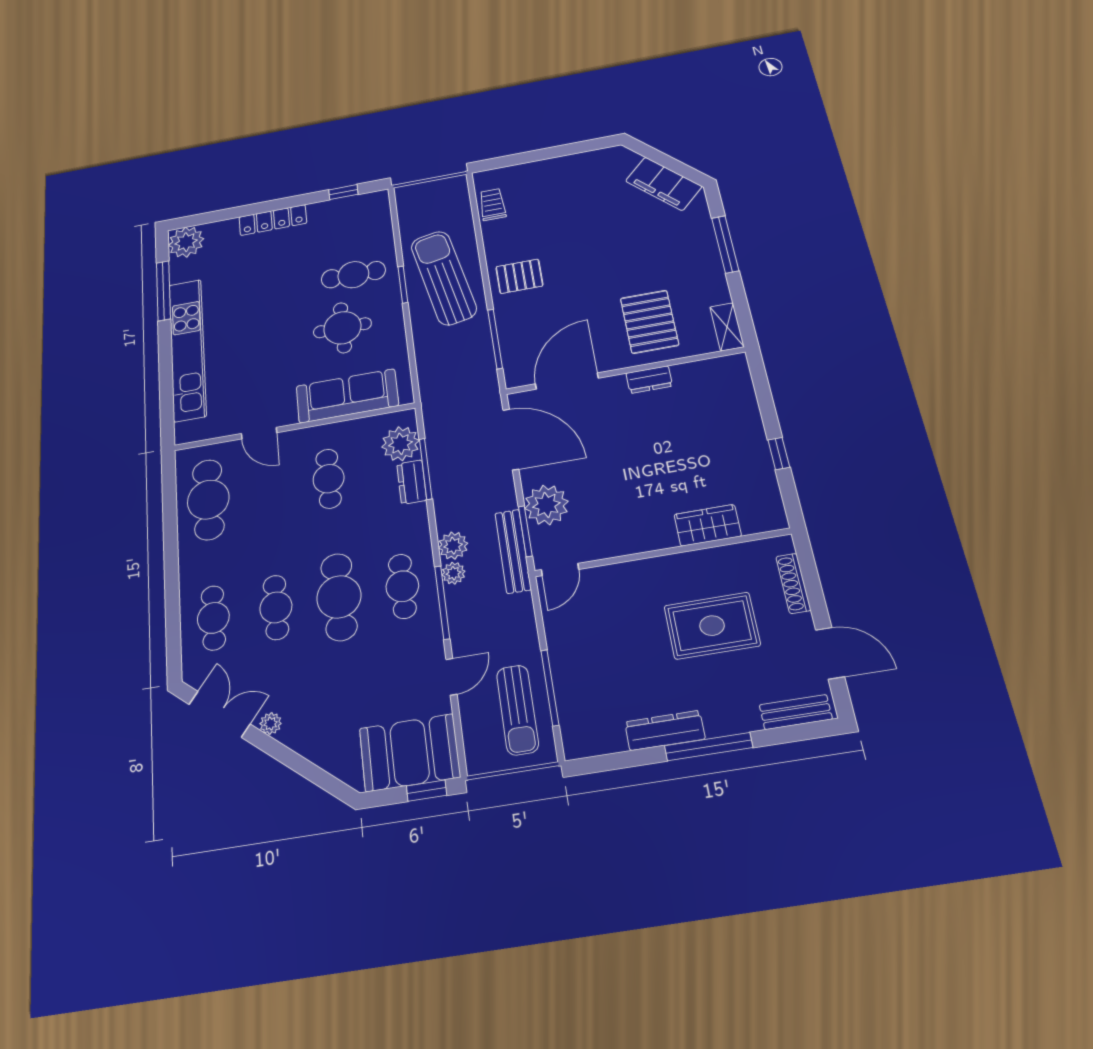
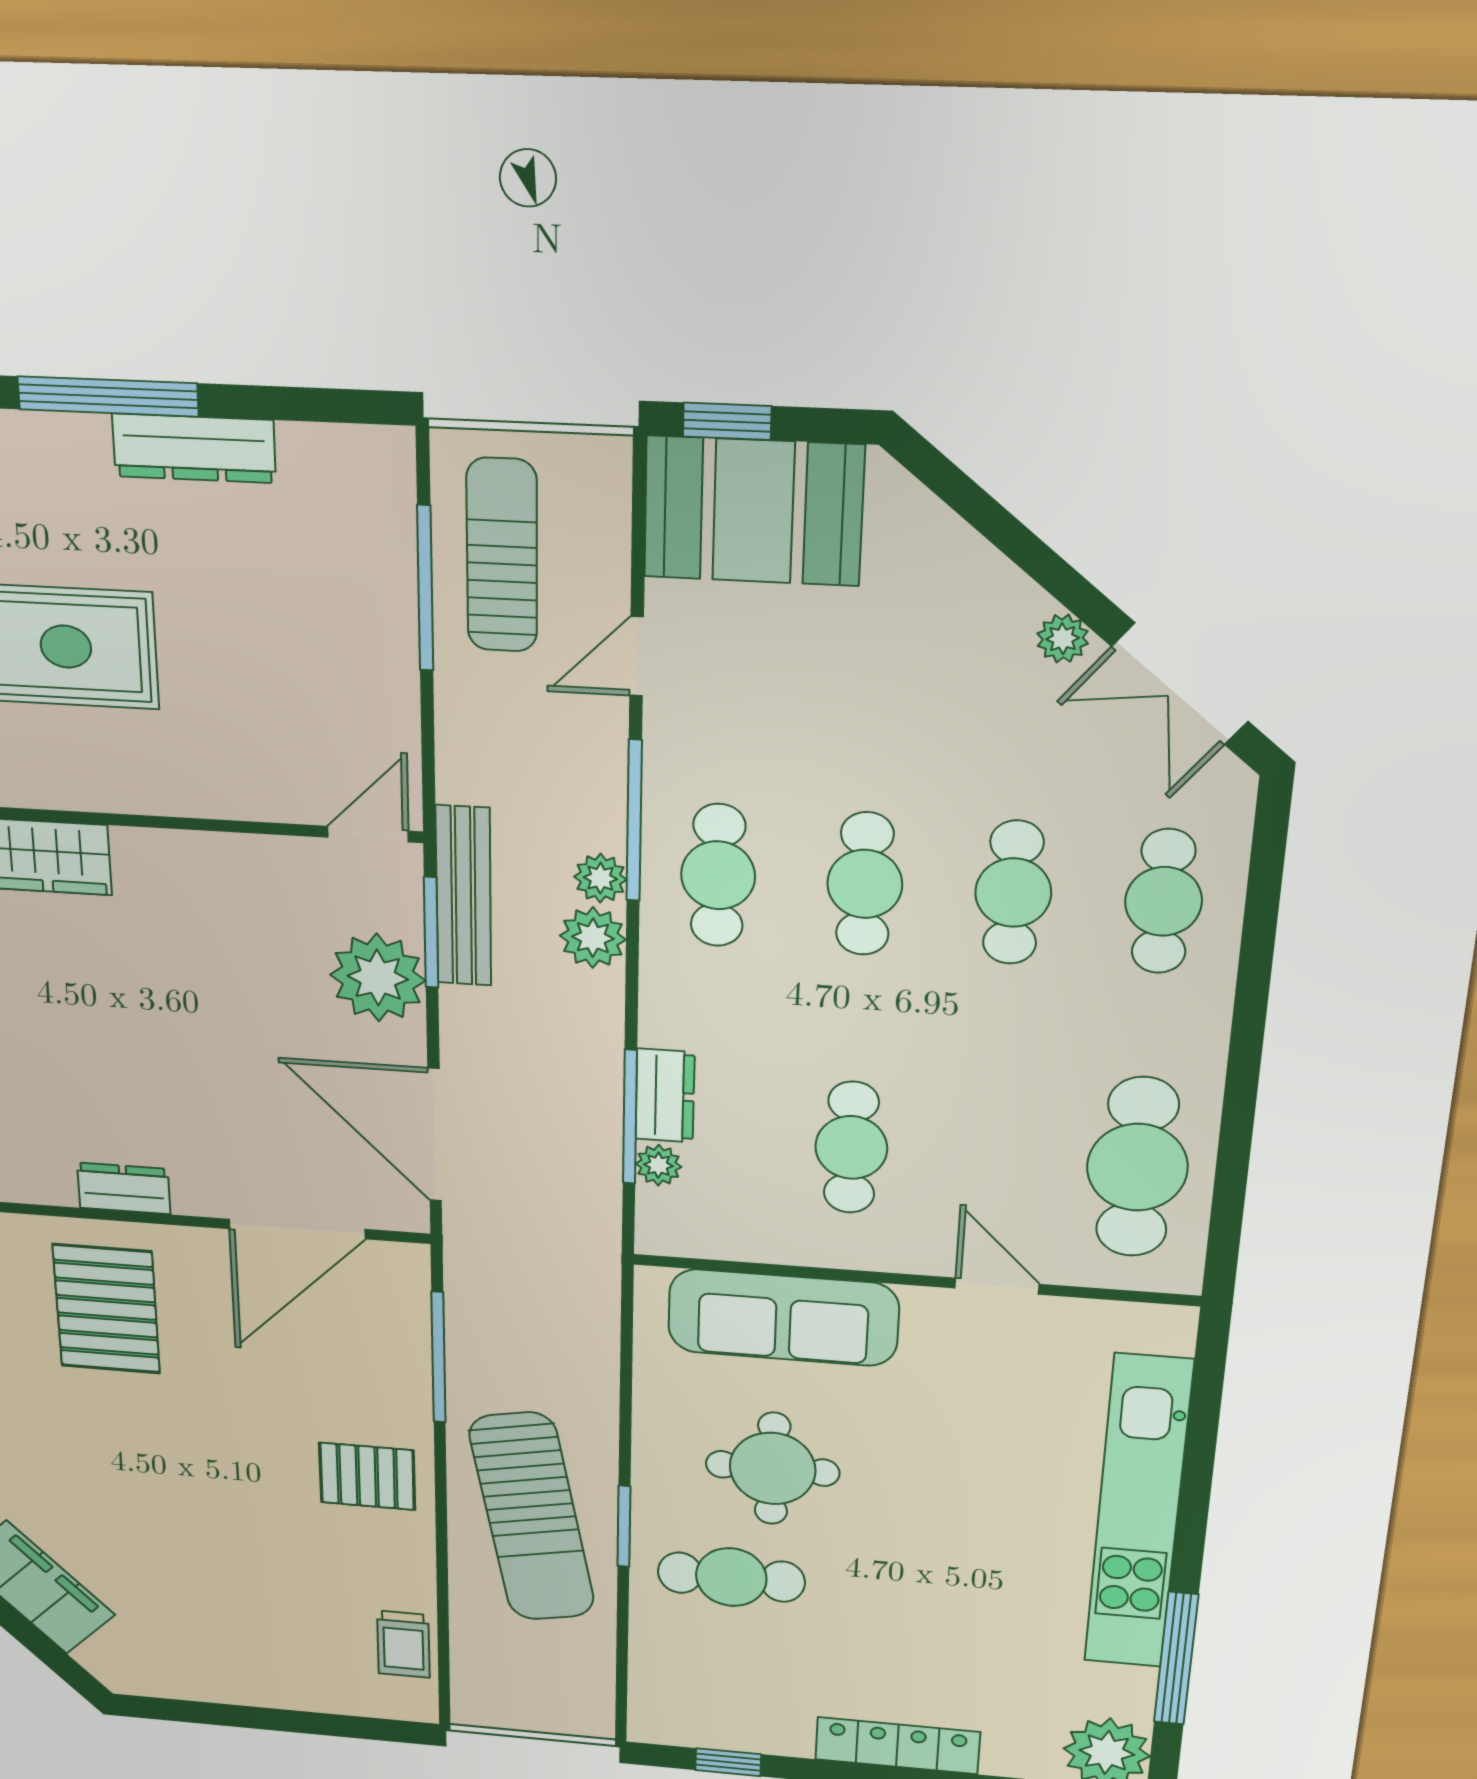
plant: (400, 444) -> (658, 1165), width x0.53, depth x0.53
cafe table: (339, 597) -> (865, 884), width x0.73, depth x0.74

